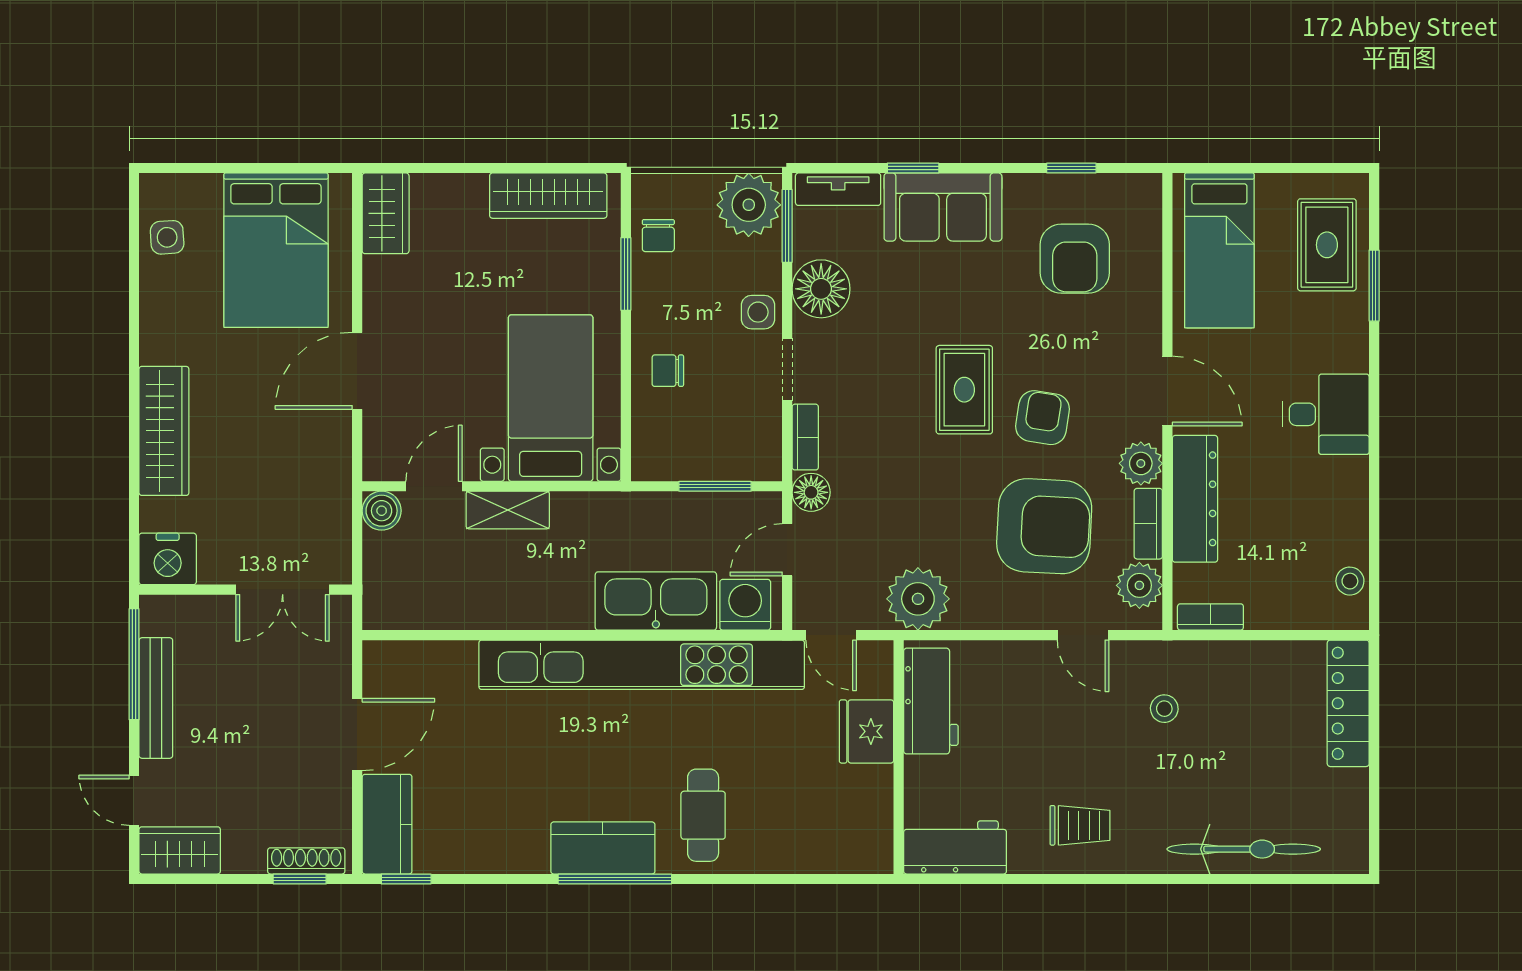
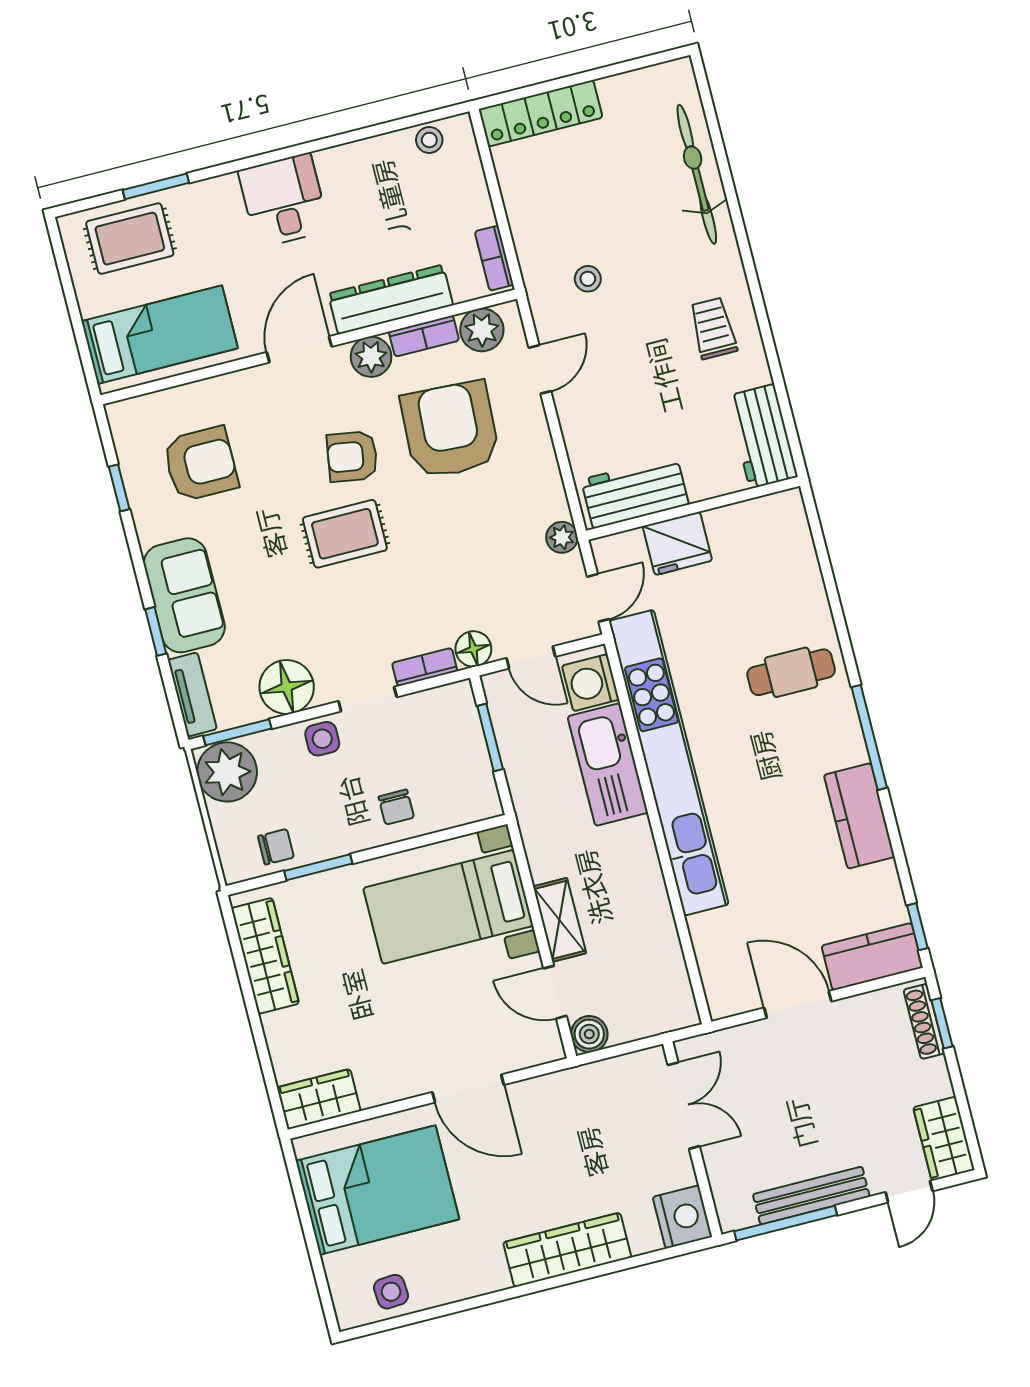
plant: (918, 599) -> (562, 537), width x0.53, depth x0.53
kitchen counter: (603, 848) -> (859, 816), moved

